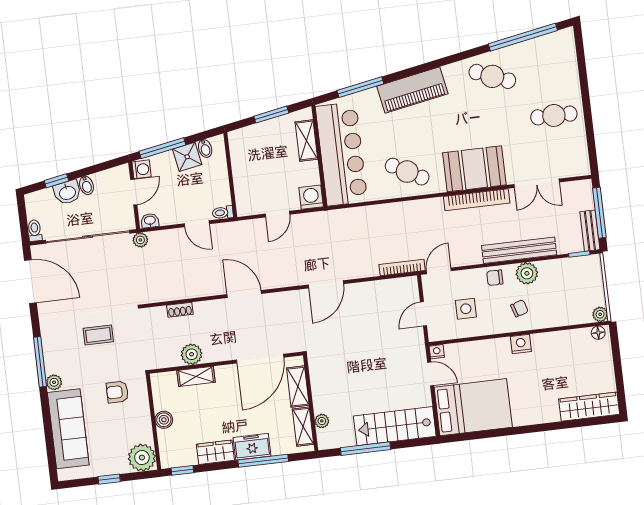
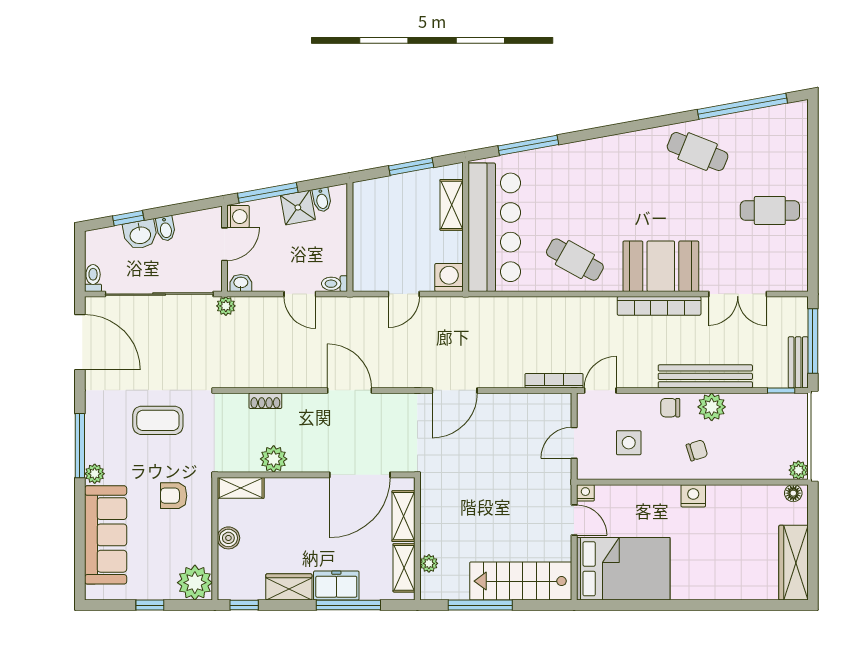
piano: (412, 90) -> (594, 157), removed
coffee table: (98, 335) -> (158, 420), width x1.36, depth x1.30
shelving: (196, 376) -> (241, 488), moved
wardrobe: (589, 407) -> (793, 563), moved, turned -90

